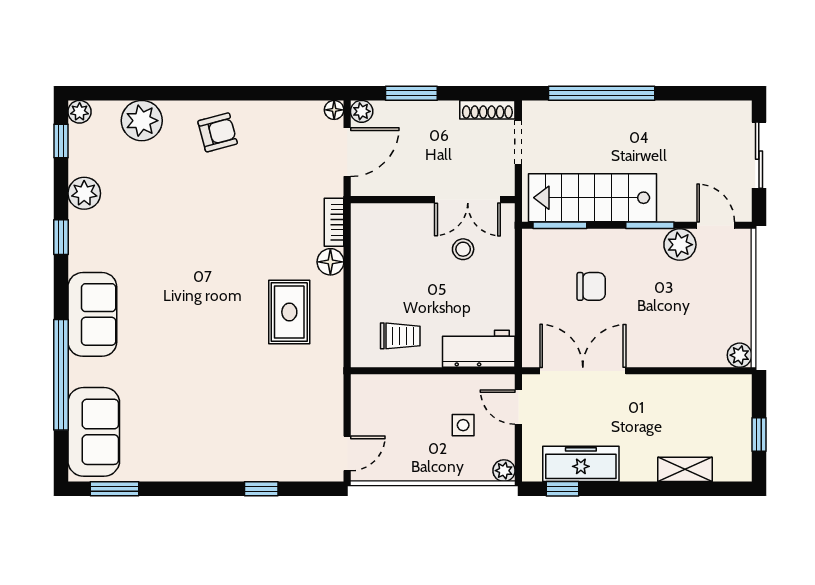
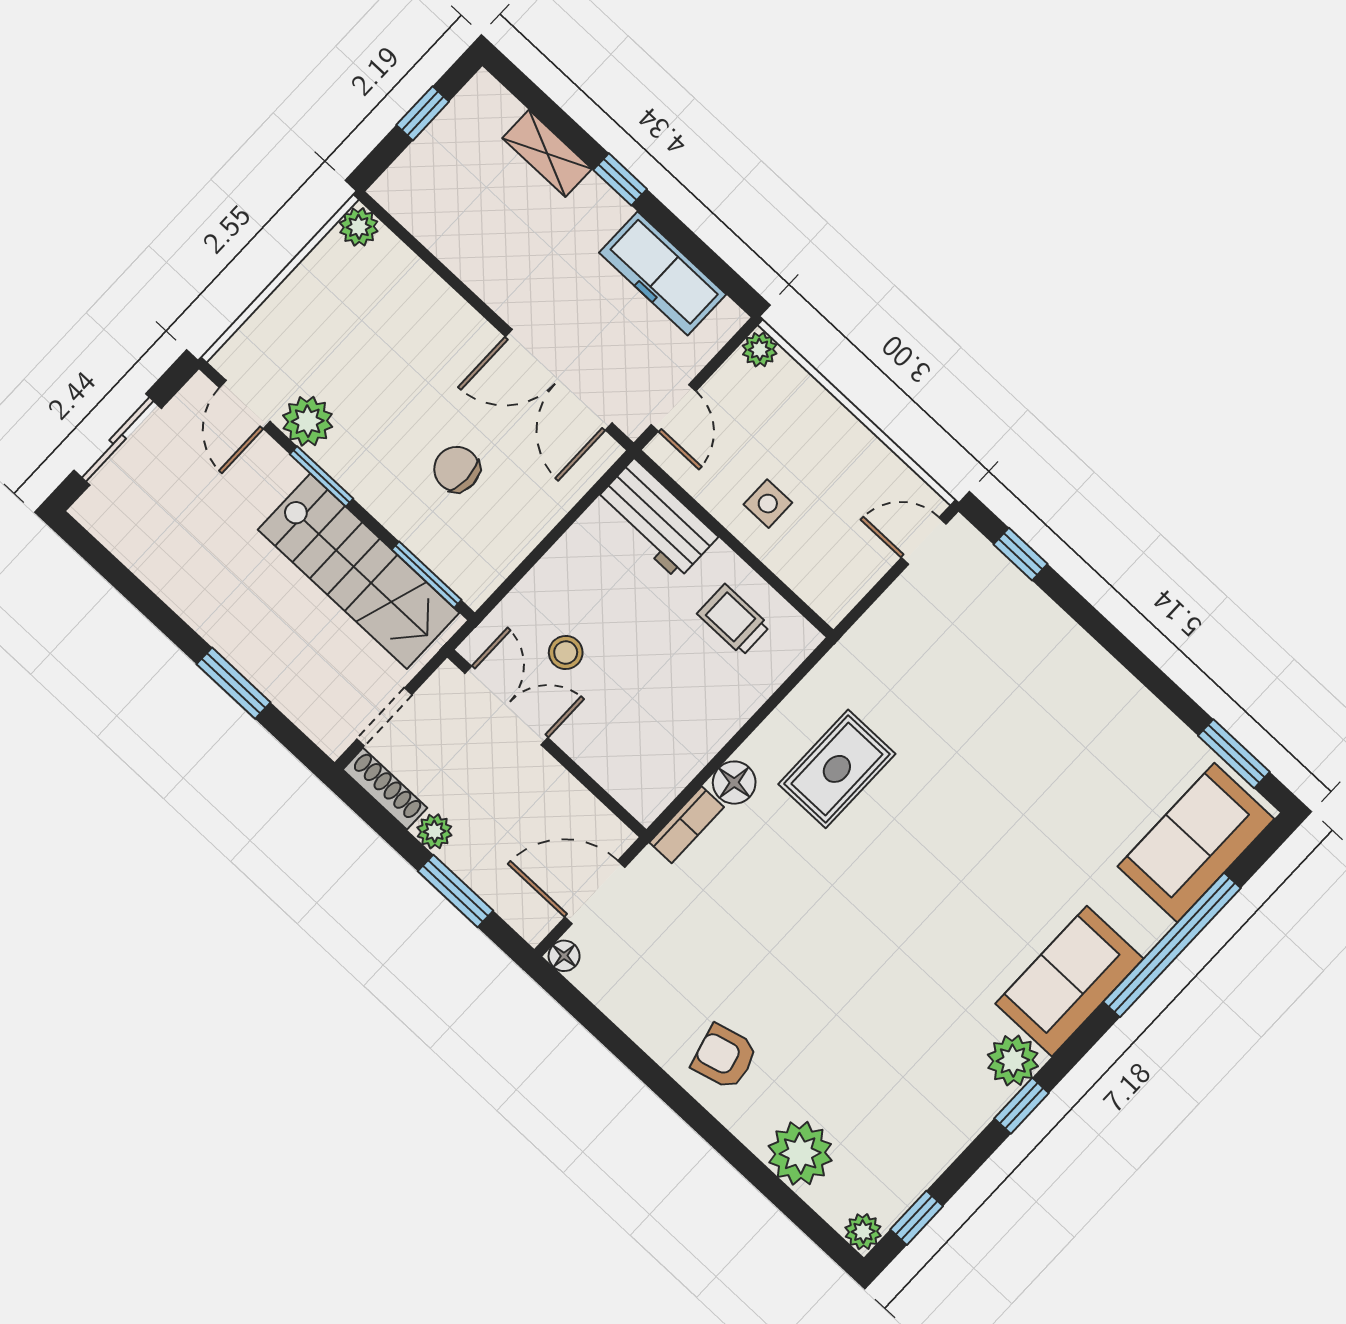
window: (602, 93) -> (234, 683), width x0.47
plant: (362, 111) -> (434, 831), moved
plant: (84, 193) -> (1013, 1061), moved
side table: (463, 425) -> (768, 504), moved
window: (261, 489) -> (1021, 554), moved
window: (563, 489) -> (620, 179), moved

